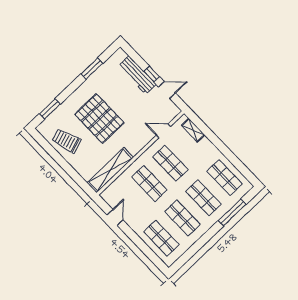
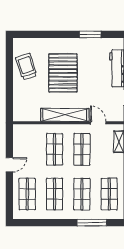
window: (50, 109) -> (36, 34), removed
shelving: (110, 170) -> (65, 115), moved
door: (115, 217) -> (9, 165), moved

